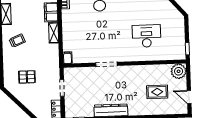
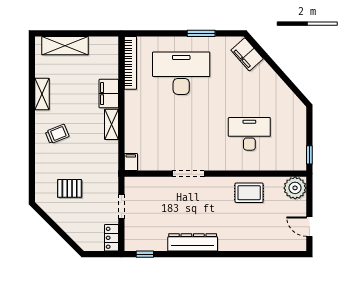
rug: (157, 92) -> (249, 193), moved

